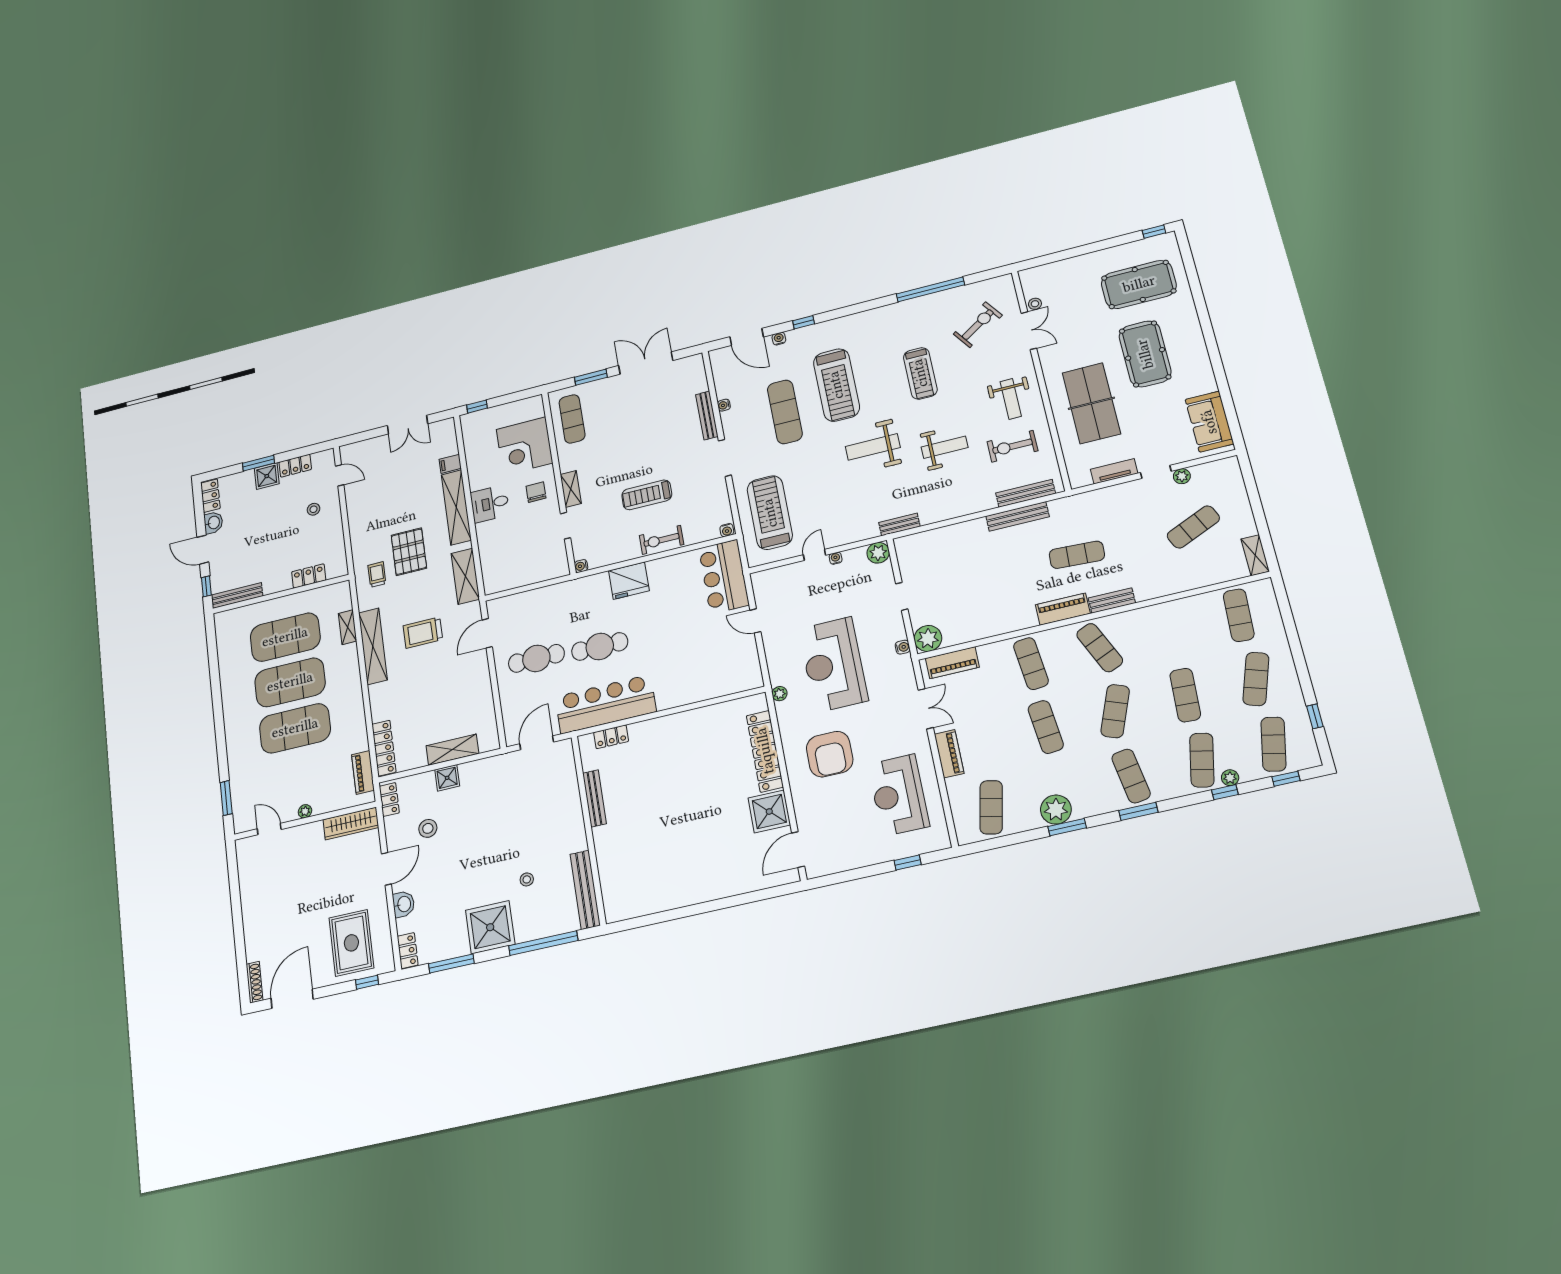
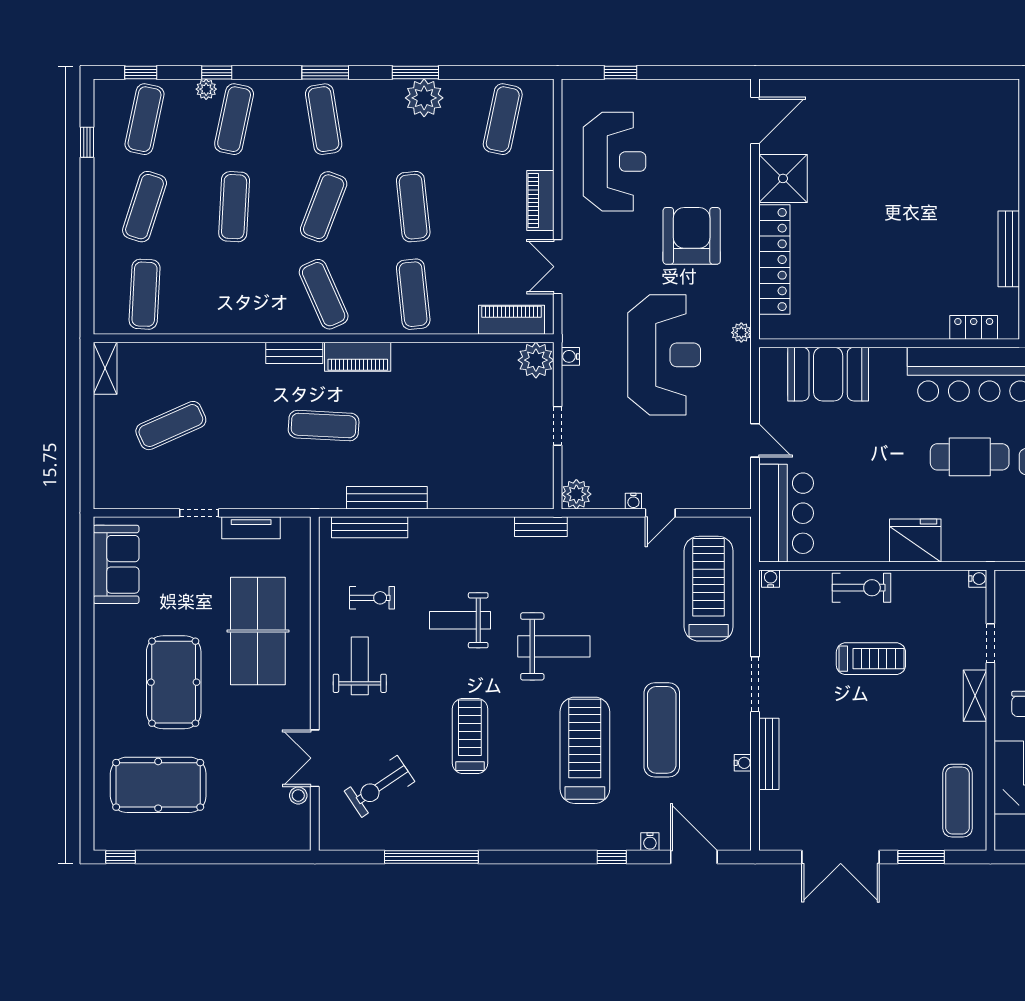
exercise bike: (1012, 446) -> (372, 598), width x0.73, depth x0.72
plant: (1182, 476) -> (168, 498), removed
treadmill: (770, 513) -> (709, 589), turned 180
booth: (711, 679) -> (828, 374), added

